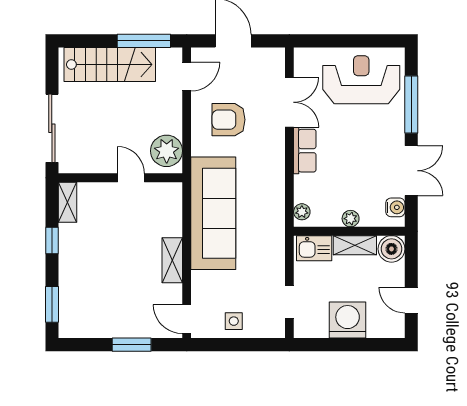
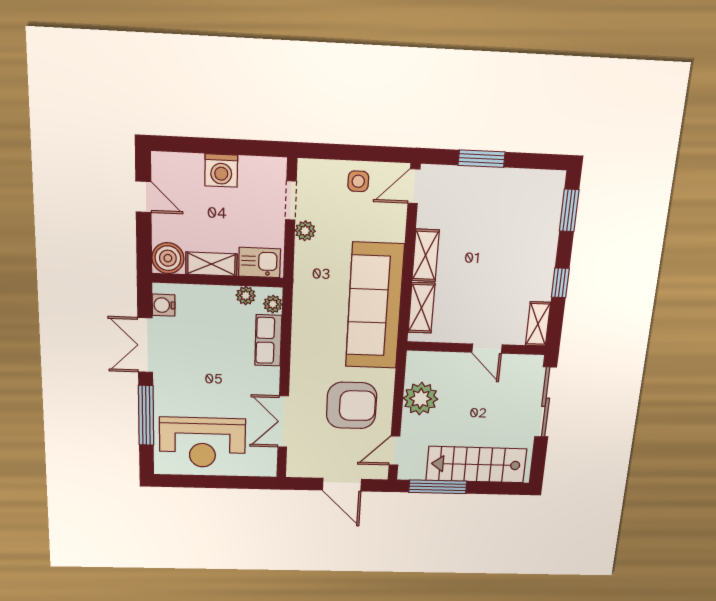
armchair: (228, 120) -> (352, 405), width x1.36, depth x1.36
plant: (167, 151) -> (421, 399), moved
row of seats: (305, 151) -> (268, 340), moved
door: (131, 178) -> (487, 349), moved
shelving: (172, 213) -> (421, 308), added
plant: (351, 219) -> (246, 296), moved
plant: (276, 277) -> (305, 231), added
door: (187, 319) -> (414, 186), swing flipped
washing machine: (348, 320) -> (221, 170), width x0.73, depth x0.73

